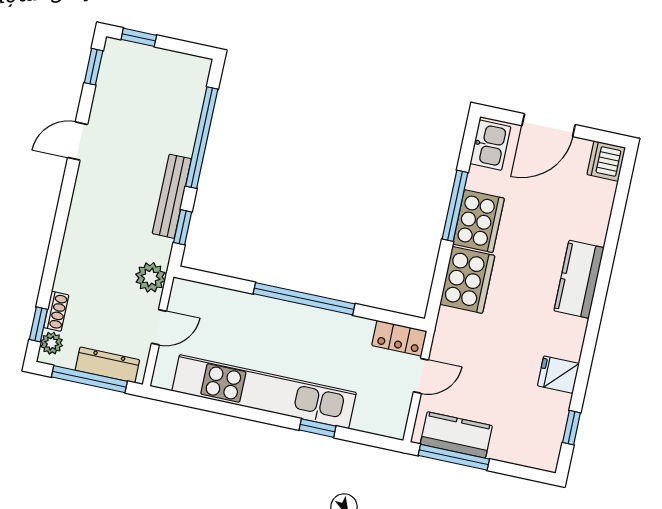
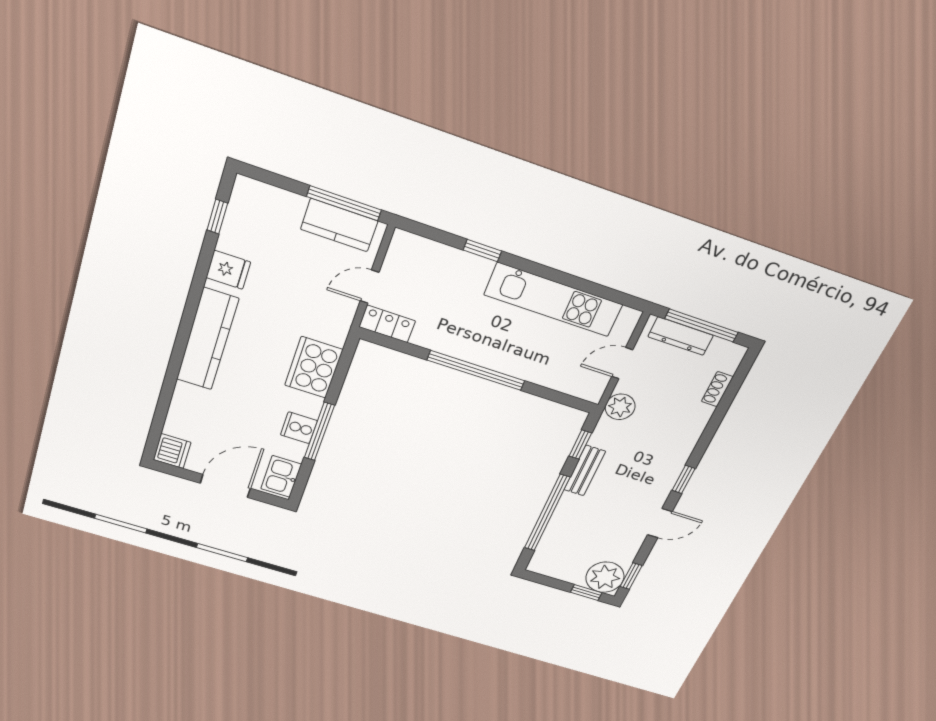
bench: (172, 196) -> (585, 471), width x0.73
cooker: (479, 221) -> (299, 428), width x0.53, depth x0.76
kitchen counter: (579, 279) -> (207, 339), width x1.50
window: (38, 324) -> (684, 479), moved
plant: (52, 343) -> (605, 577), moved, width x1.87, depth x1.87
kitchen unit: (264, 392) -> (553, 300), width x0.73

